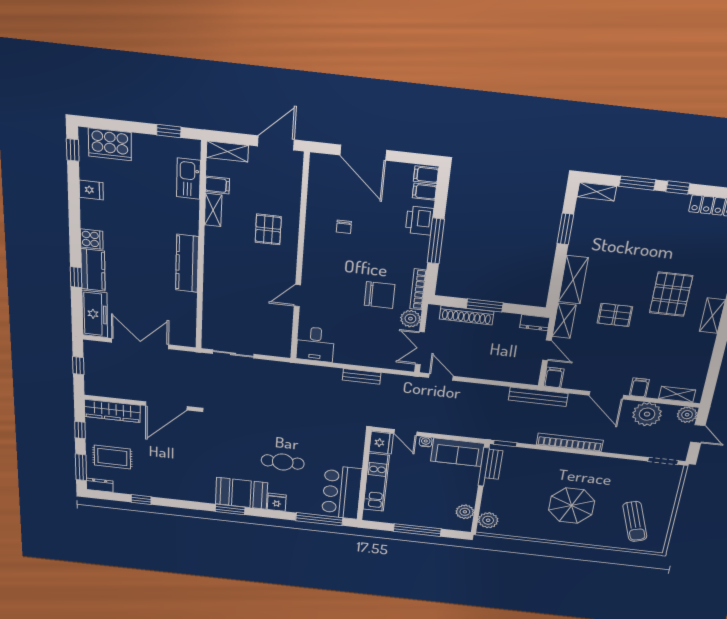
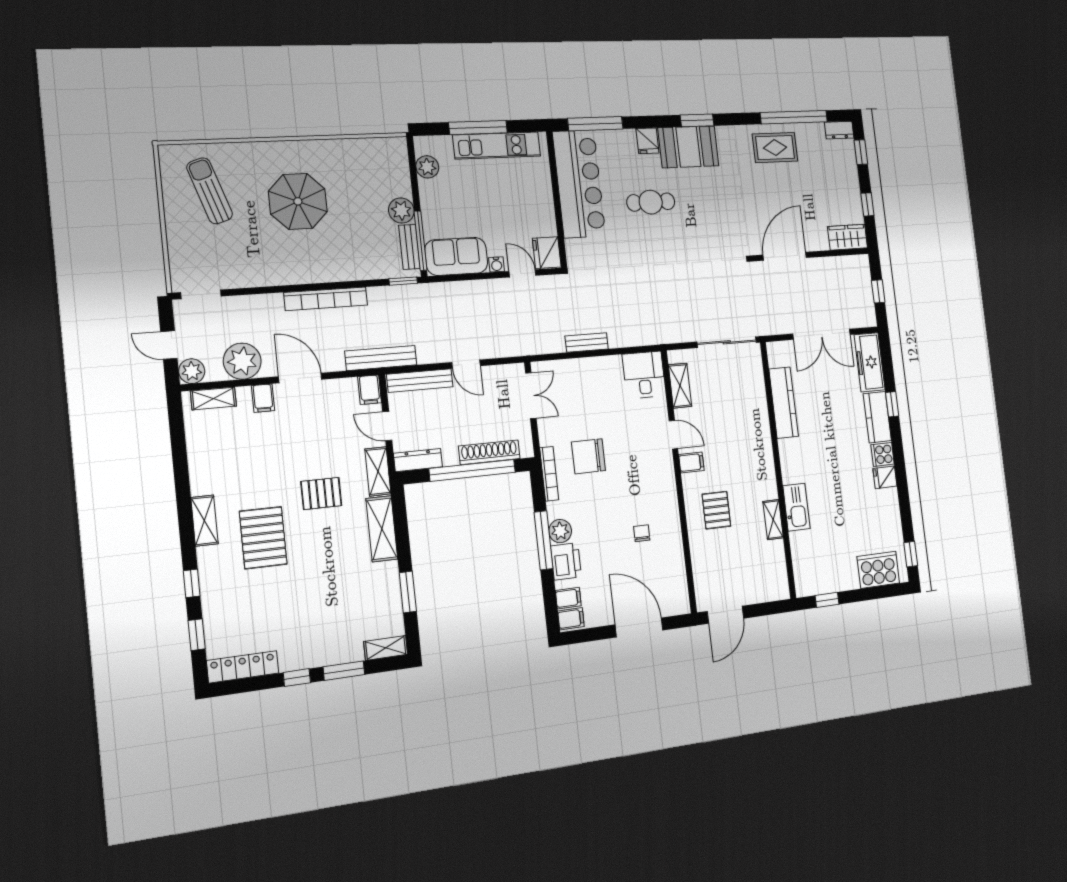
shelving: (227, 152) -> (680, 386), moved, turned 90
kitchen sink: (188, 179) -> (796, 507), moved
filing cabinet: (217, 185) -> (691, 462), moved, turned 180
fridge: (91, 190) -> (885, 477), moved
kitchen counter: (187, 263) -> (784, 403), moved
door: (297, 296) -> (673, 435), hinge flipped
window: (485, 305) -> (472, 470), width x2.11
plant: (410, 319) -> (560, 531), moved
dresser: (535, 323) -> (418, 460), width x1.44
sliding door: (233, 354) -> (727, 342), width x1.37
bench: (511, 376) -> (420, 381), added
door: (441, 377) -> (466, 364), moved
wardrobe: (112, 411) -> (847, 237), width x0.67
rug: (112, 457) -> (775, 148), moved
window: (81, 467) -> (861, 152), width x0.67
kitchen unit: (376, 482) -> (497, 146), moved, turned -90
bar counter: (342, 492) -> (579, 184), width x1.36
window: (141, 500) -> (794, 117), width x3.17
plant: (488, 520) -> (401, 211), moved

